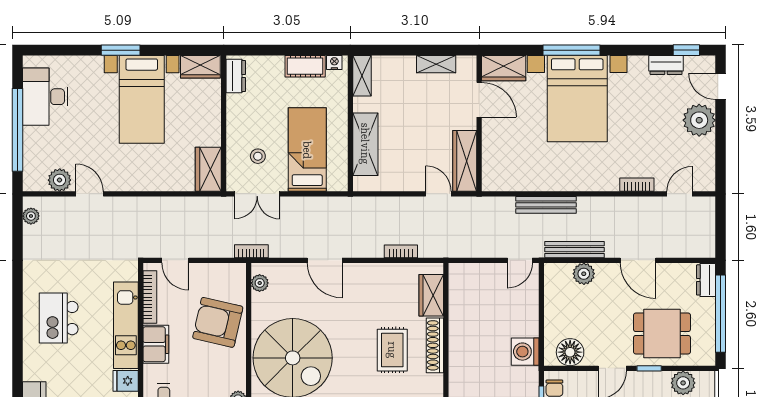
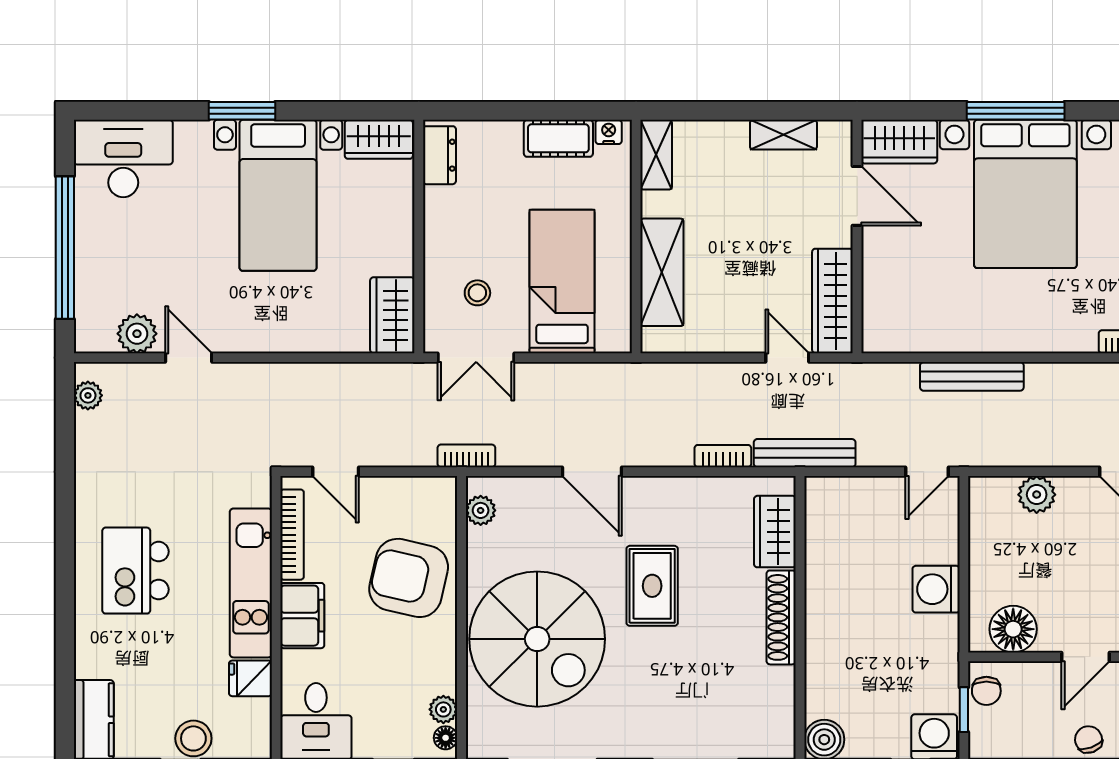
desk: (45, 97) -> (123, 158), moved, turned 90
bench: (574, 250) -> (805, 453), moved
rug: (392, 350) -> (652, 586), moved
washing machine: (525, 352) -> (936, 589), moved

